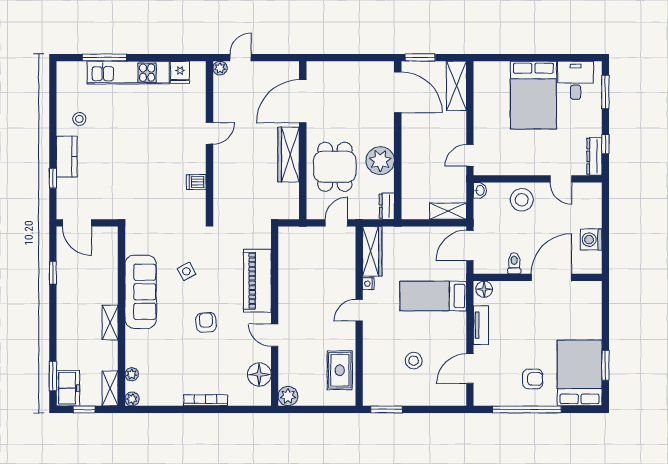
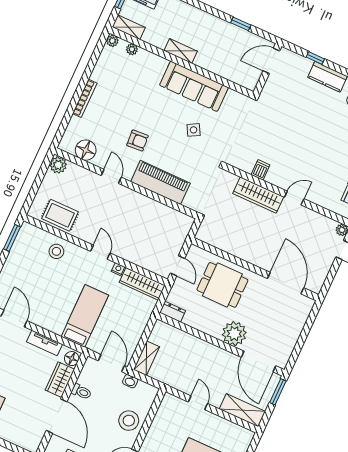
door: (398, 92) -> (259, 362), hinge flipped
door: (209, 133) -> (294, 198), swing flipped
wardrobe: (289, 154) -> (258, 195), moved, turned 180
door: (470, 155) -> (198, 403), moved
plant: (380, 161) -> (234, 334), moved
washbasin: (480, 190) -> (130, 381), moved
wardrobe: (512, 291) -> (60, 380), added
armchair: (206, 322) -> (138, 141), moved
door: (275, 335) -> (111, 176), hinge flipped
stool: (414, 361) -> (56, 251), moved

